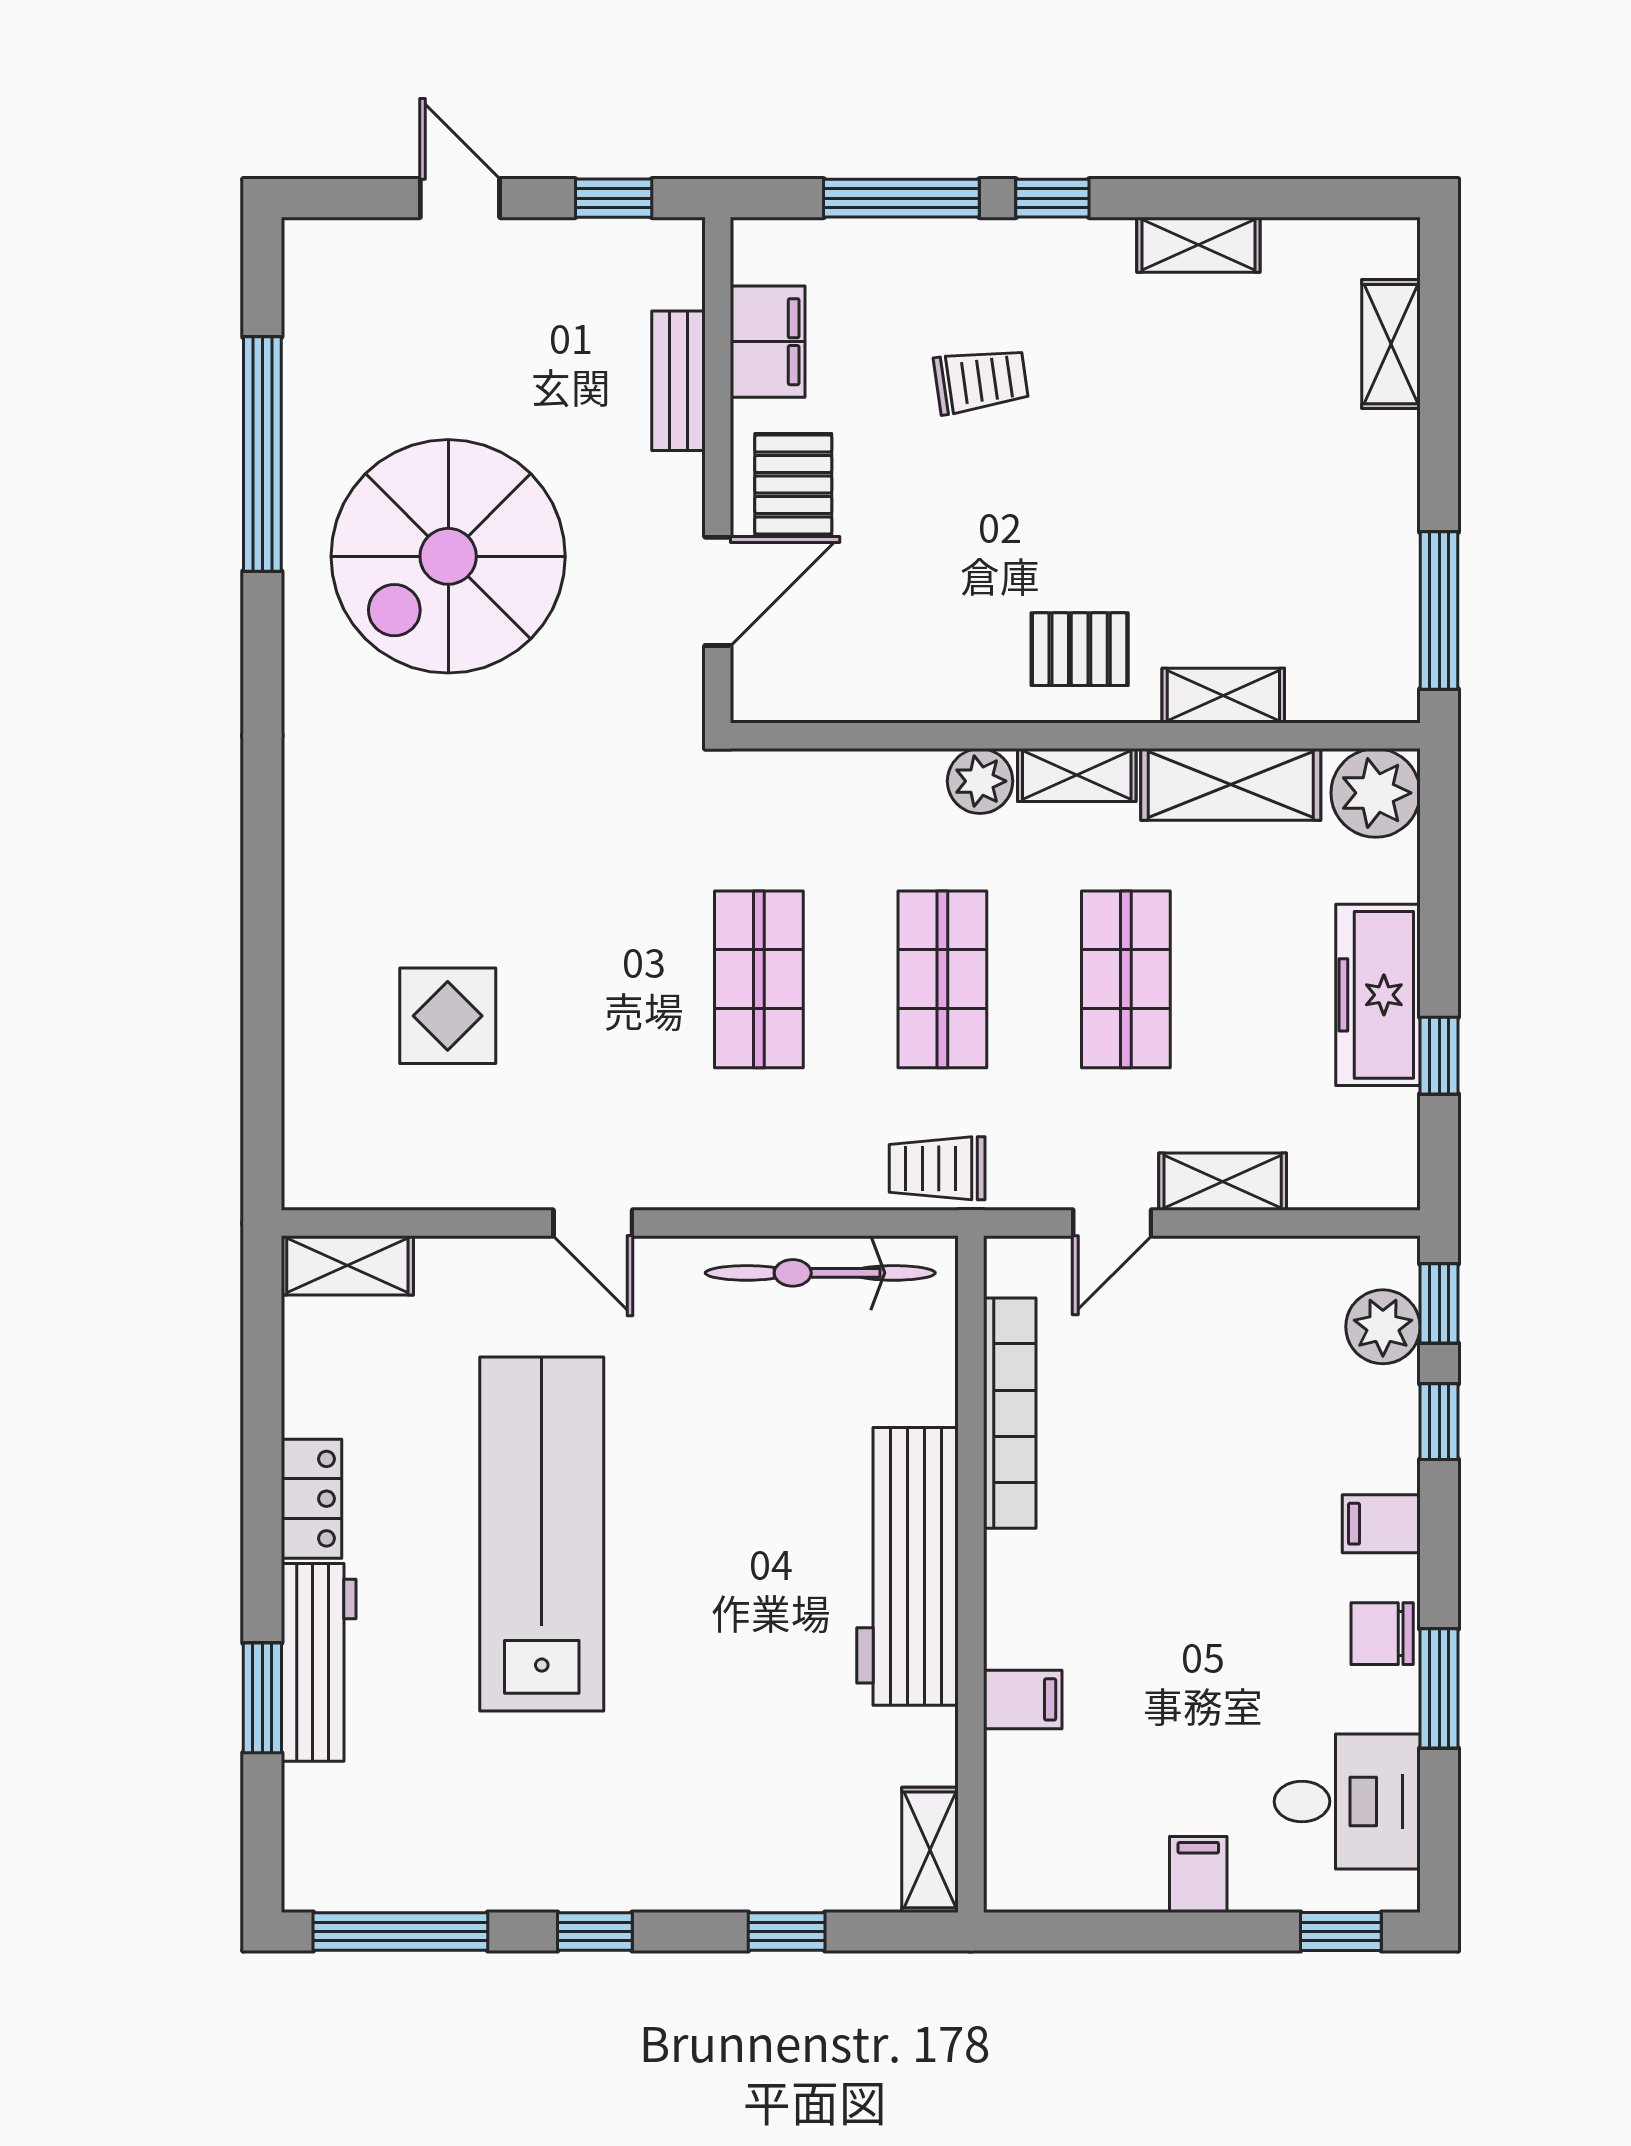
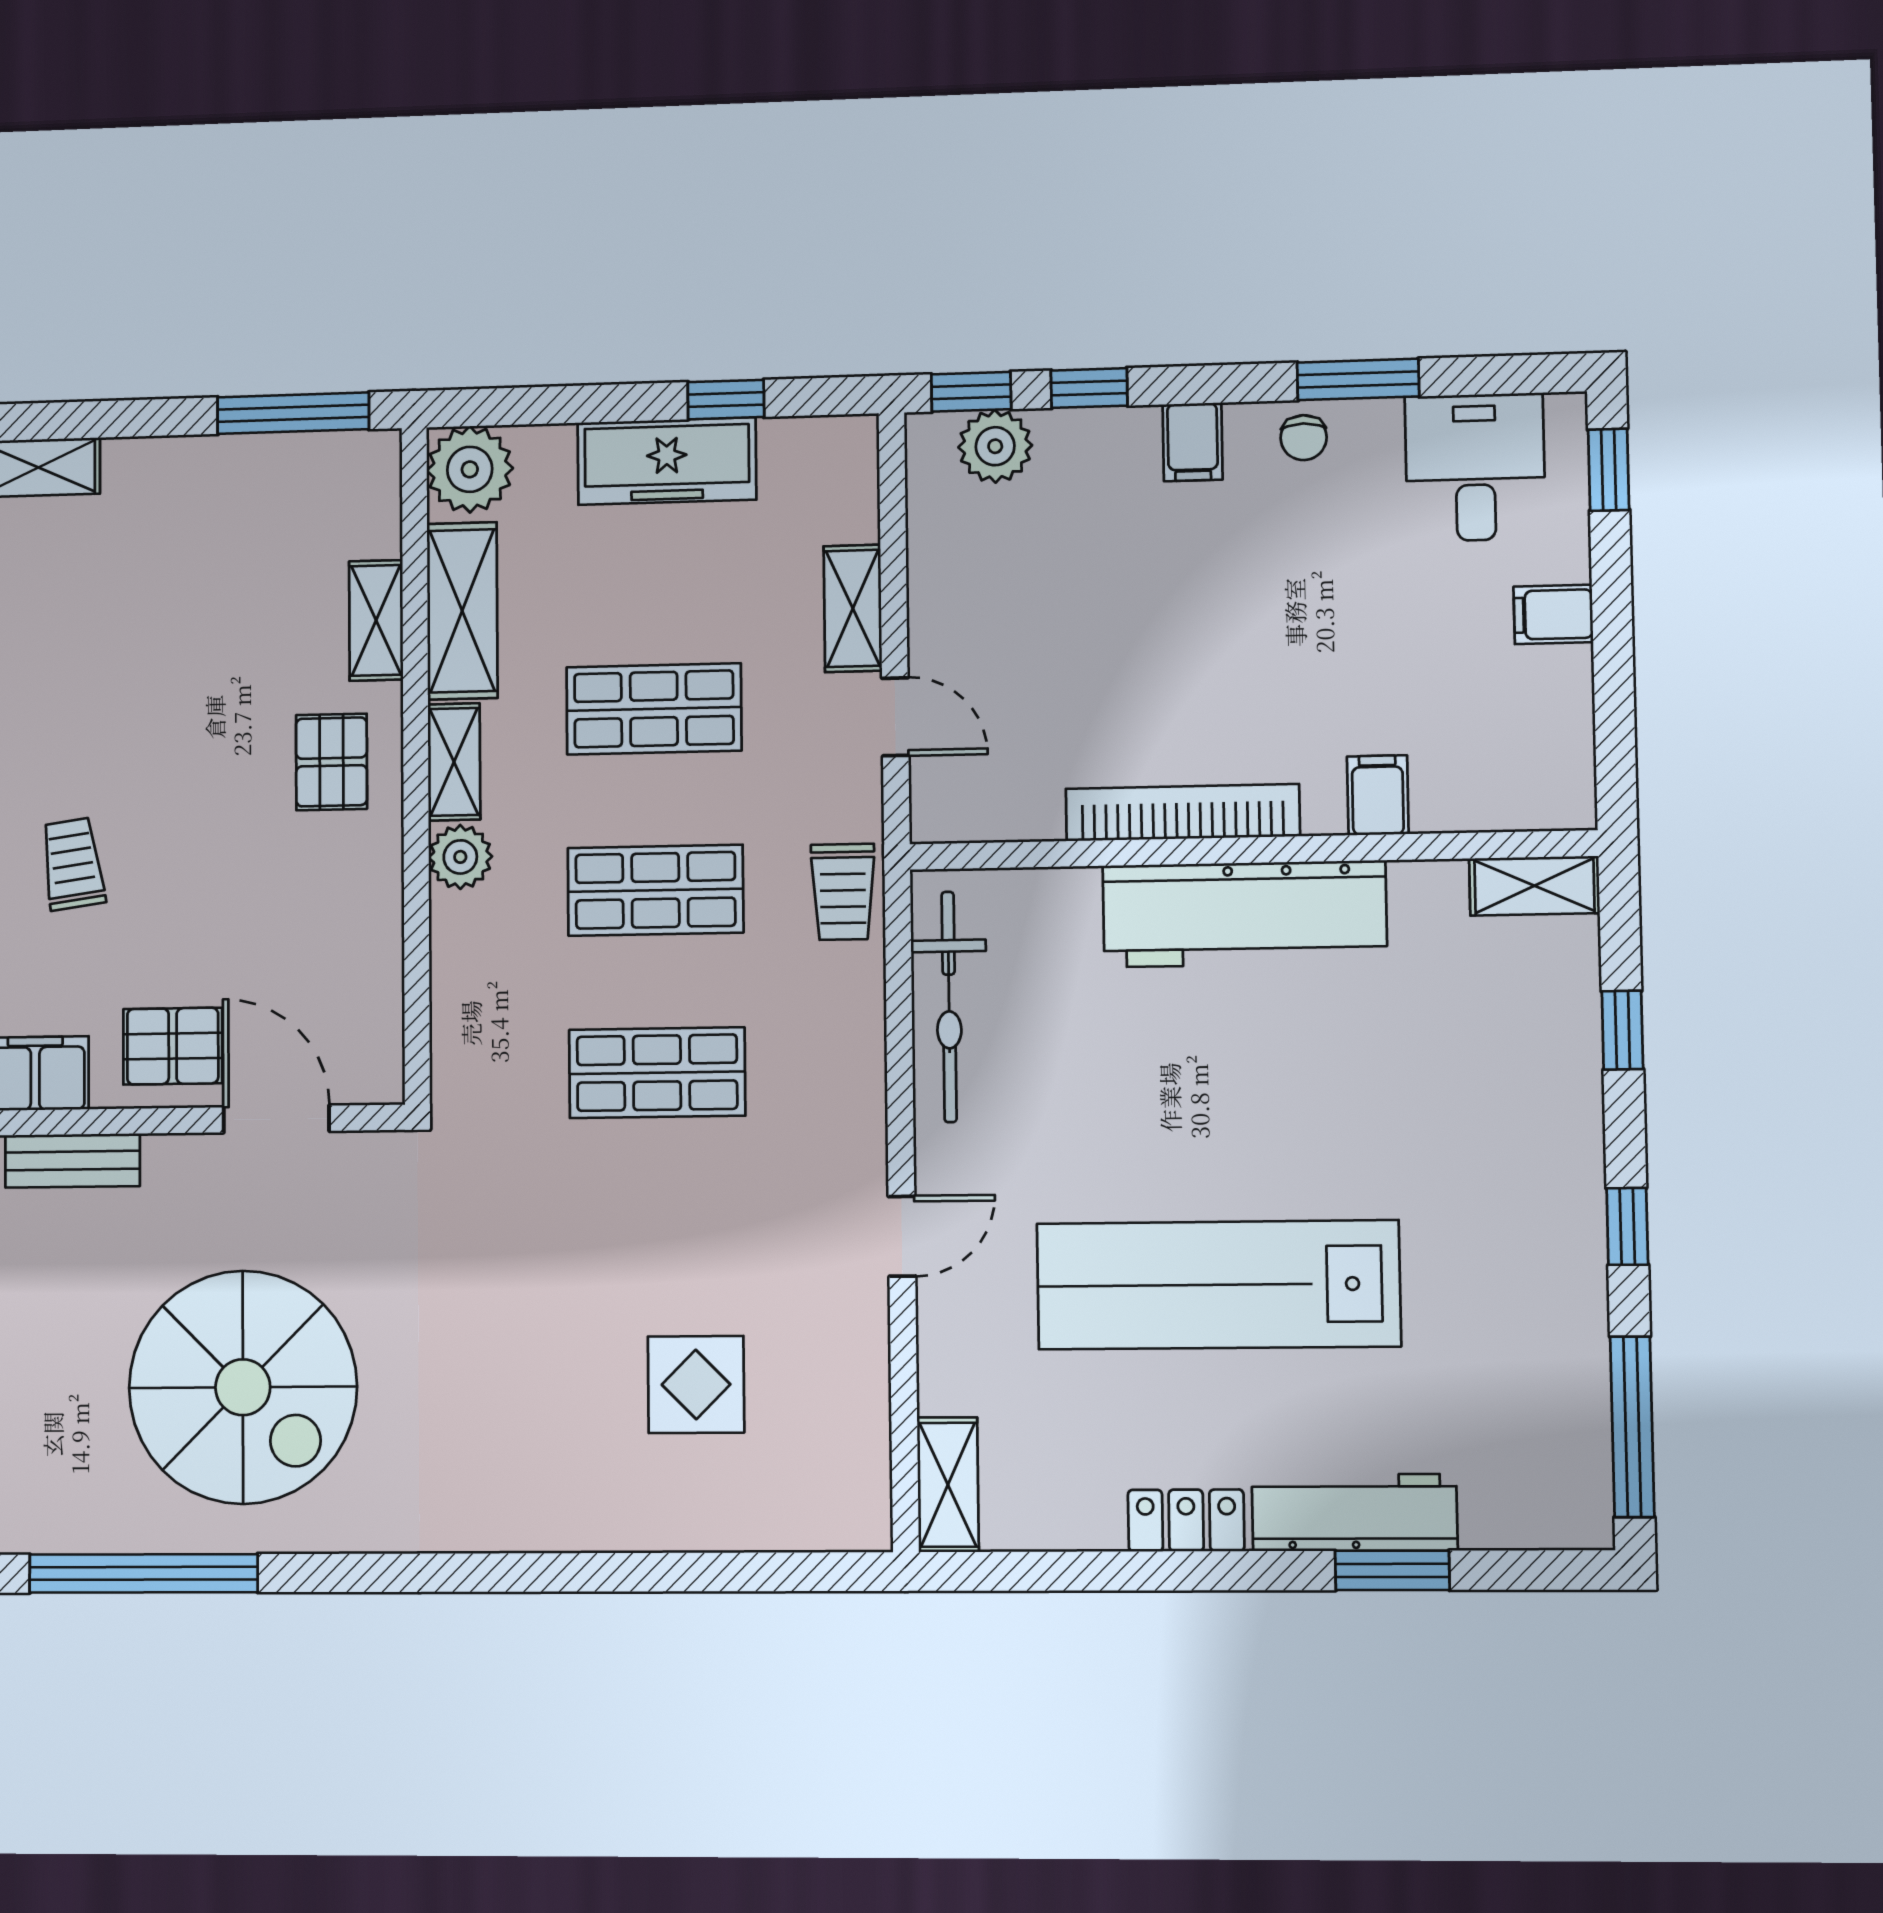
bookcase: (1010, 1413) -> (1183, 813), moved
chair: (1382, 1634) -> (1304, 438), width x0.73, depth x0.73

